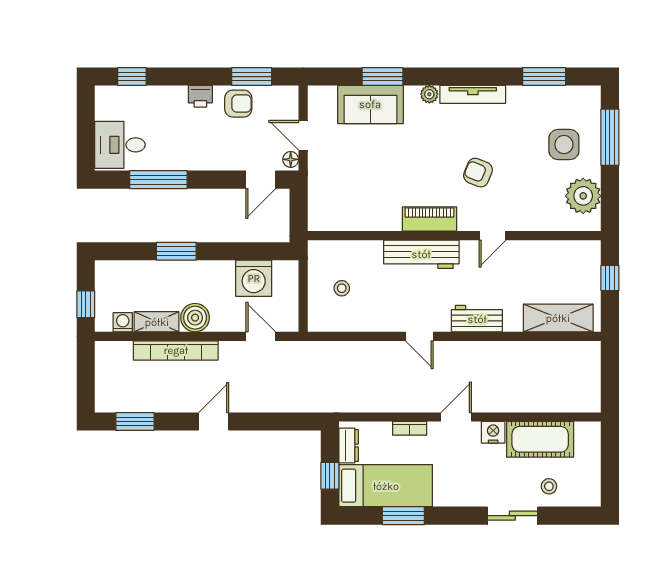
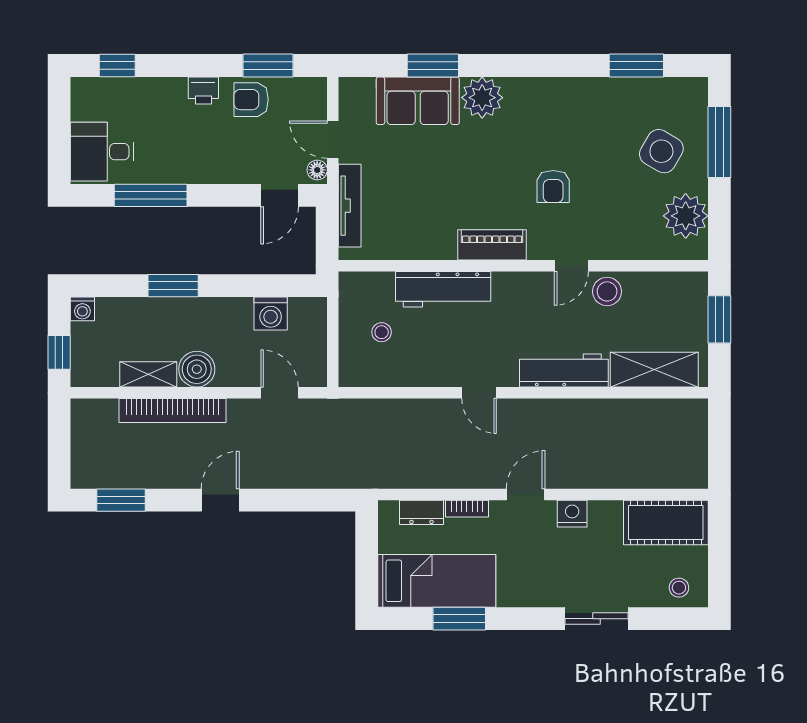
plant: (429, 94) -> (482, 98), width x1.88, depth x1.88
tv unit: (473, 94) -> (350, 206), moved, turned -90
armchair: (238, 104) -> (251, 100), turned 180
side table: (564, 145) -> (661, 151), turned 30
armchair: (478, 173) -> (553, 187), turned -112
workbench: (421, 254) -> (443, 289), moved
stool: (521, 256) -> (607, 291), added
washing machine: (254, 278) -> (271, 313), width x0.73, depth x0.73
window: (610, 278) -> (719, 319), width x1.50
workbench: (477, 319) -> (564, 371), width x1.37
washing machine: (123, 322) -> (82, 309), moved, turned 180
cot: (540, 439) -> (666, 522), moved
dresser: (349, 445) -> (421, 512), moved, turned 90
window: (330, 476) -> (367, 568), removed
stool: (549, 486) -> (679, 588), moved

